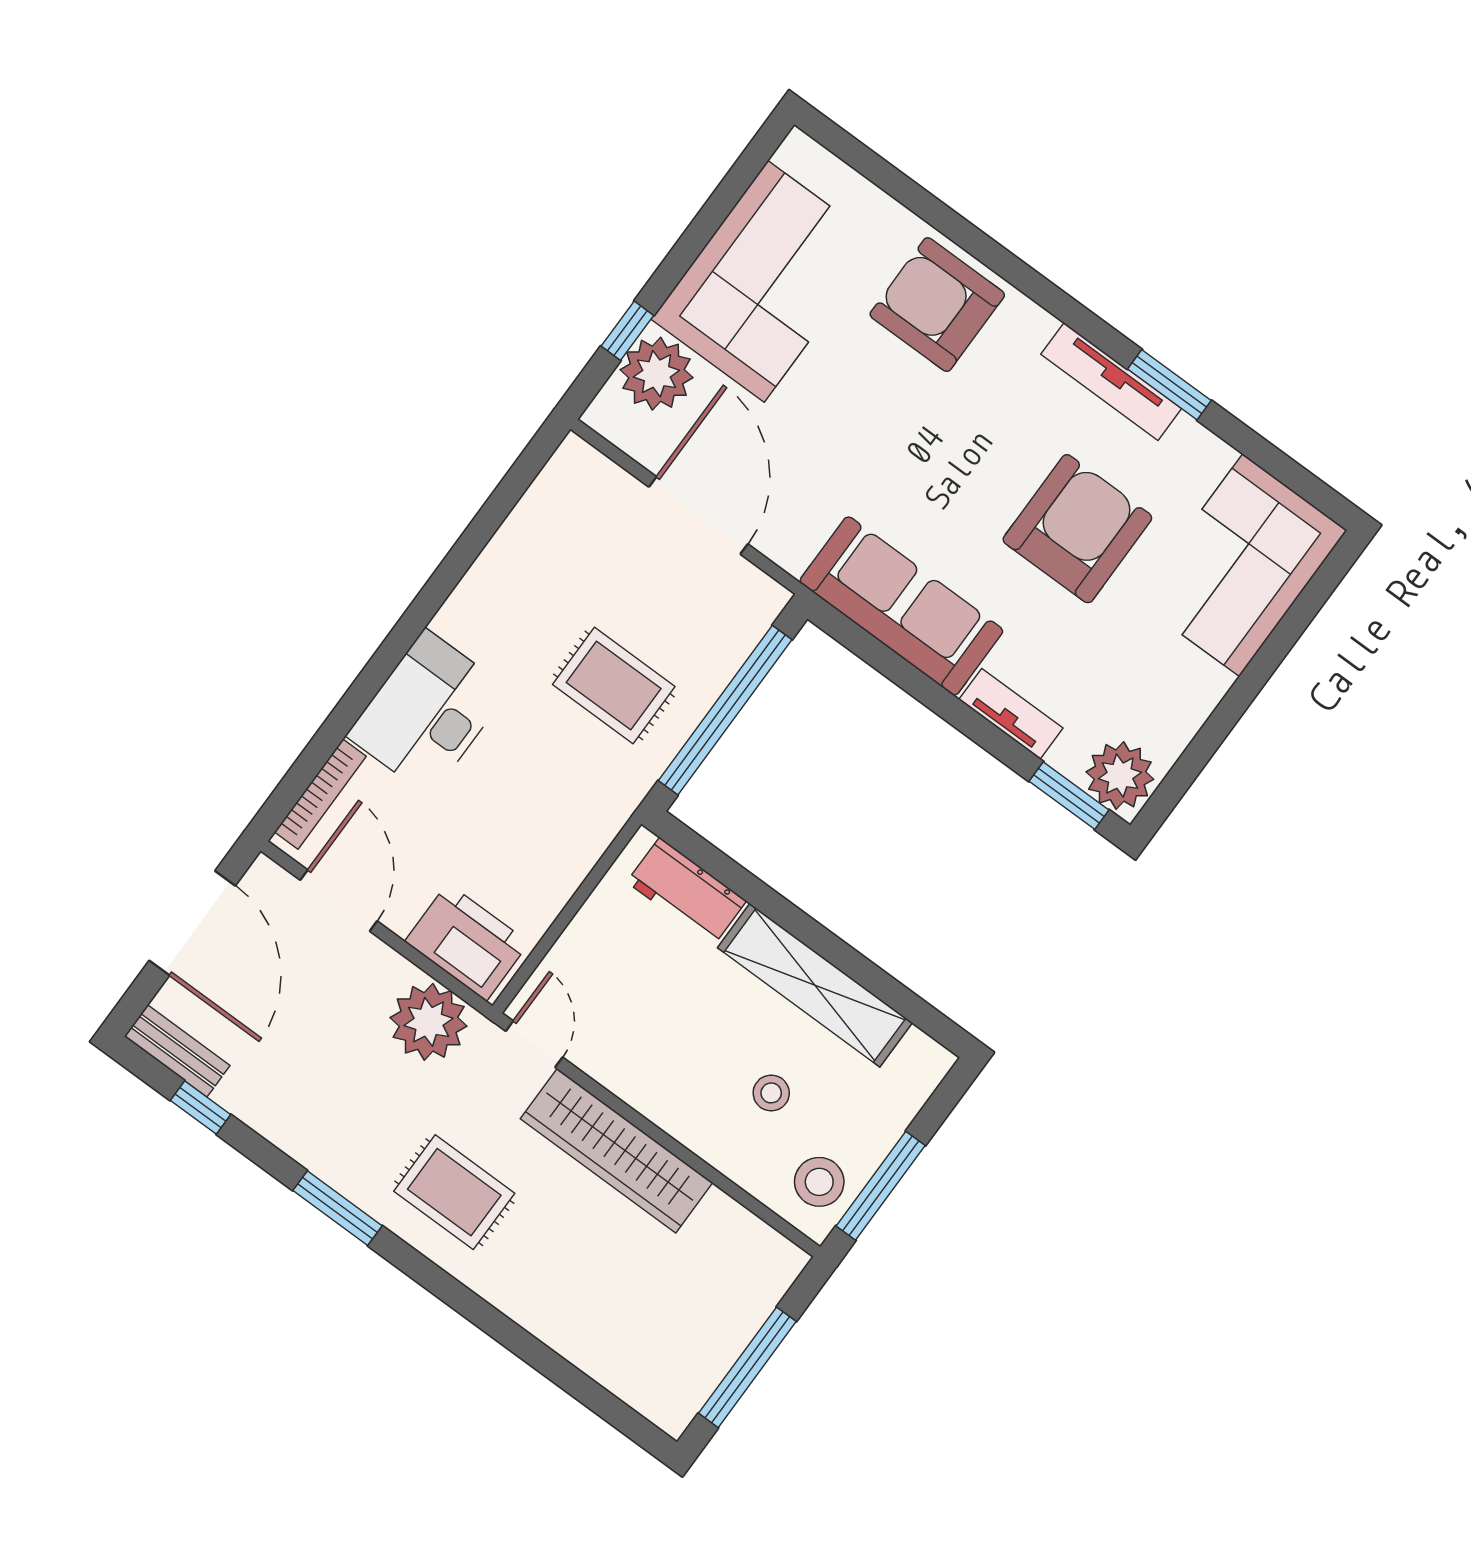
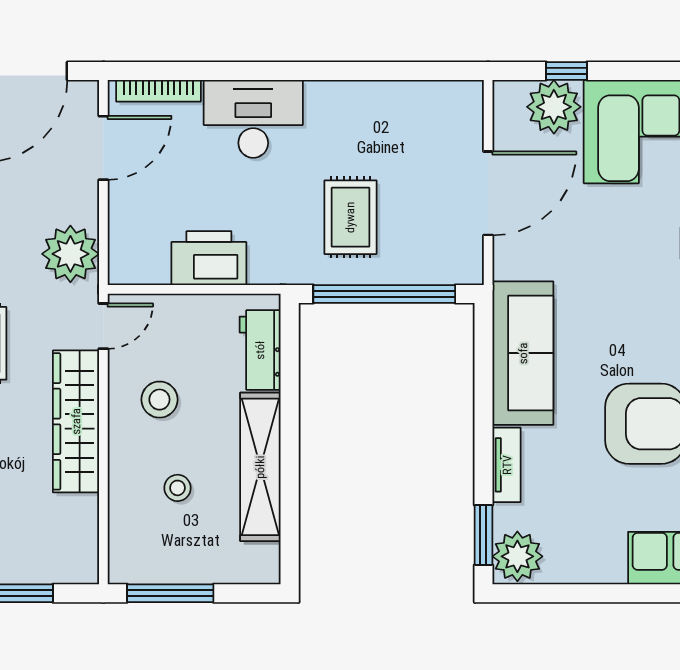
printer: (467, 942) -> (209, 258), moved, turned -90
stool: (819, 1182) -> (159, 400), moved

